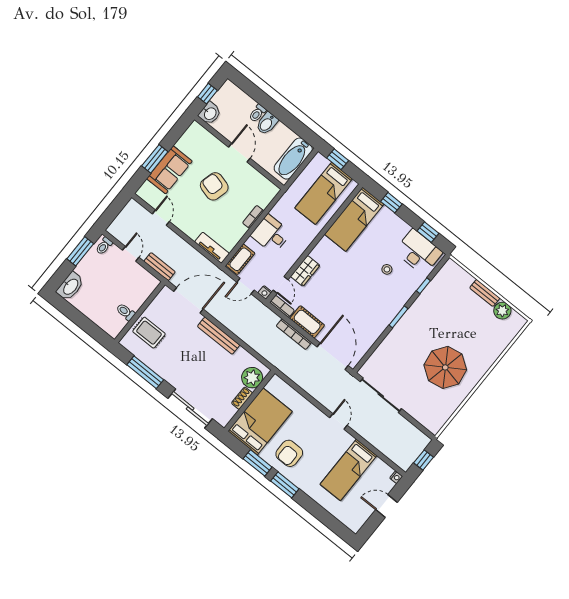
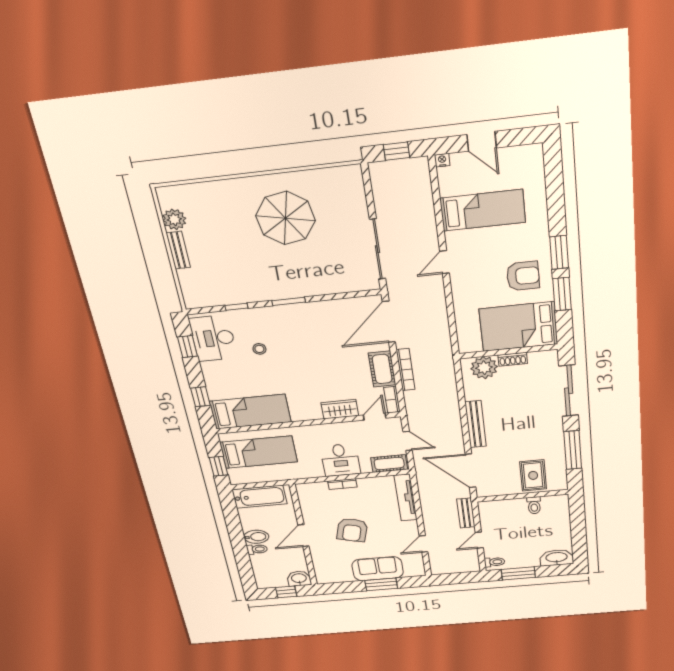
tv unit: (212, 248) -> (406, 498), width x1.41
nightstand: (265, 292) -> (395, 422), removed

